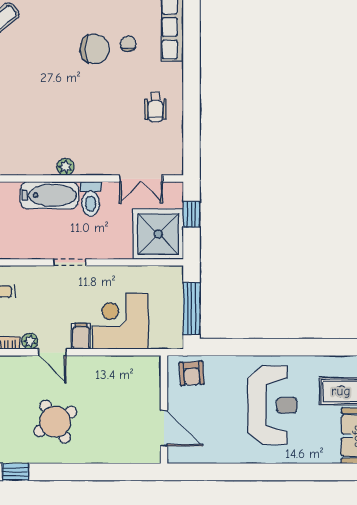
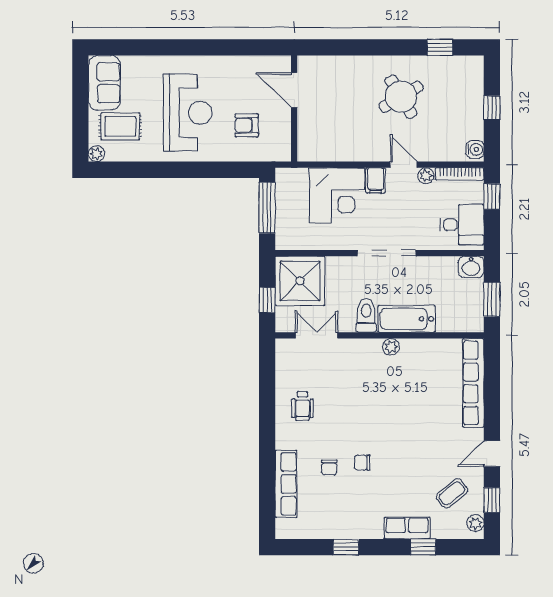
chair: (95, 49) -> (362, 463), width x0.54, depth x0.54
wheelchair: (155, 107) -> (302, 406), turned 180
doorway: (70, 262) -> (387, 253), width x1.88
armchair: (192, 373) -> (247, 125), moved, turned -86
reception desk: (272, 405) -> (188, 113), turned 180

